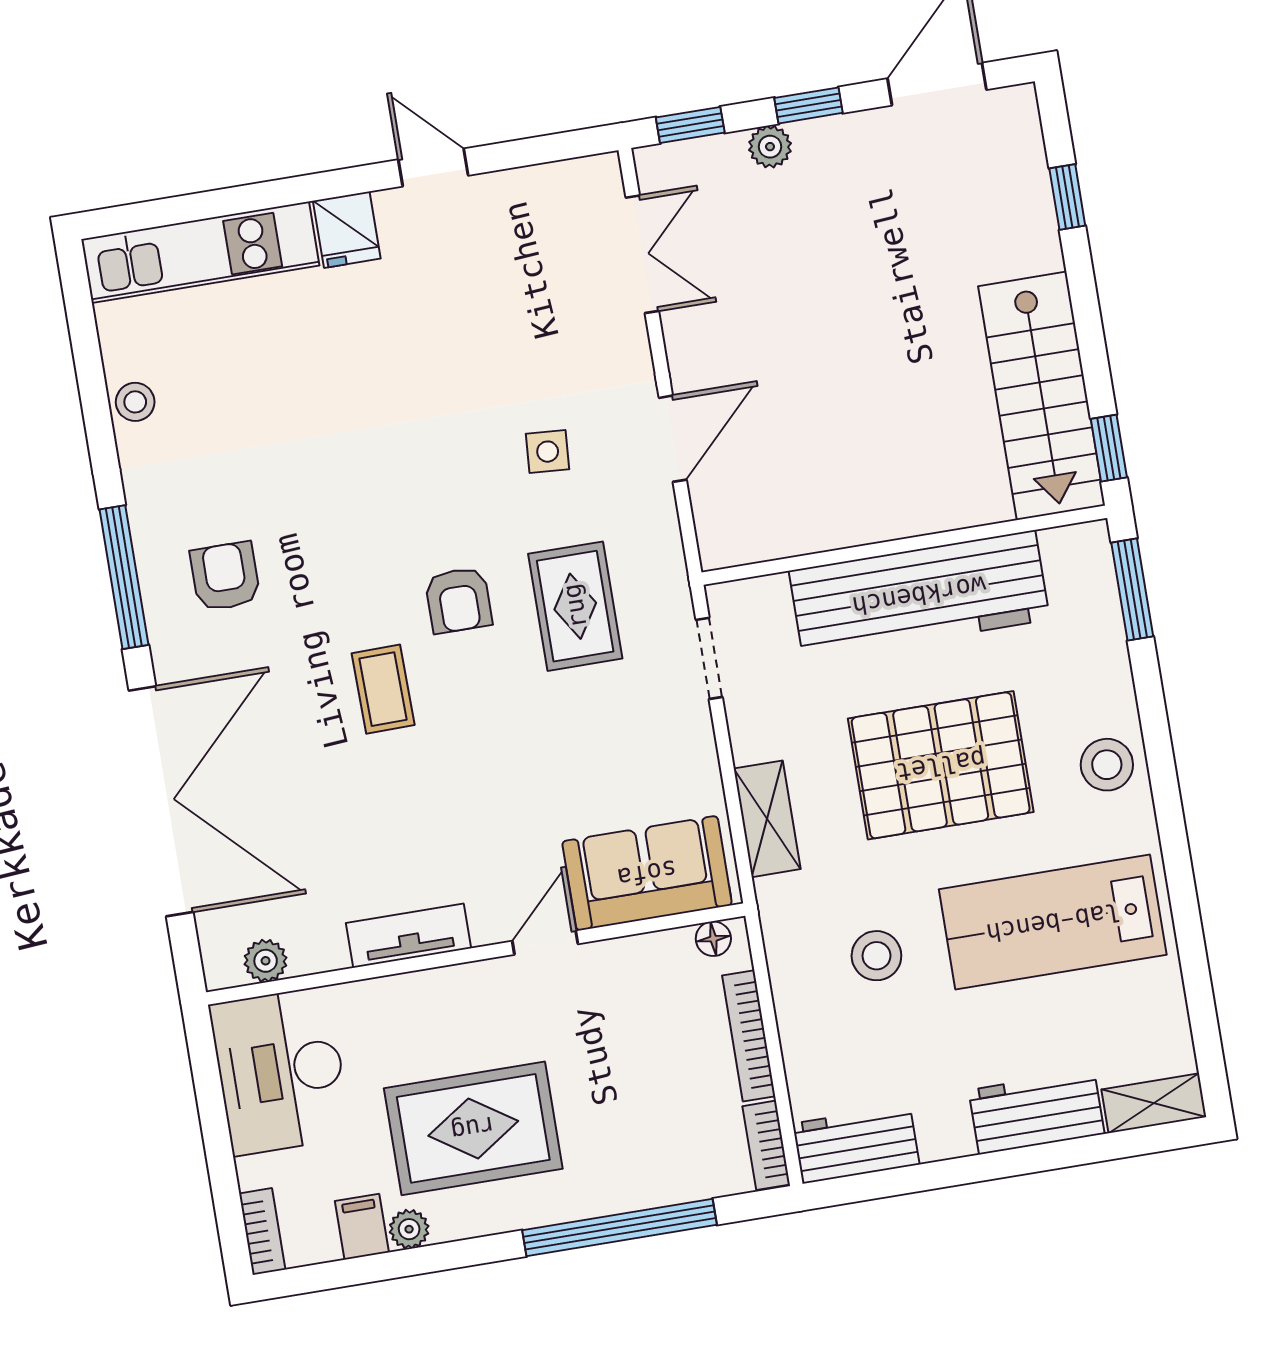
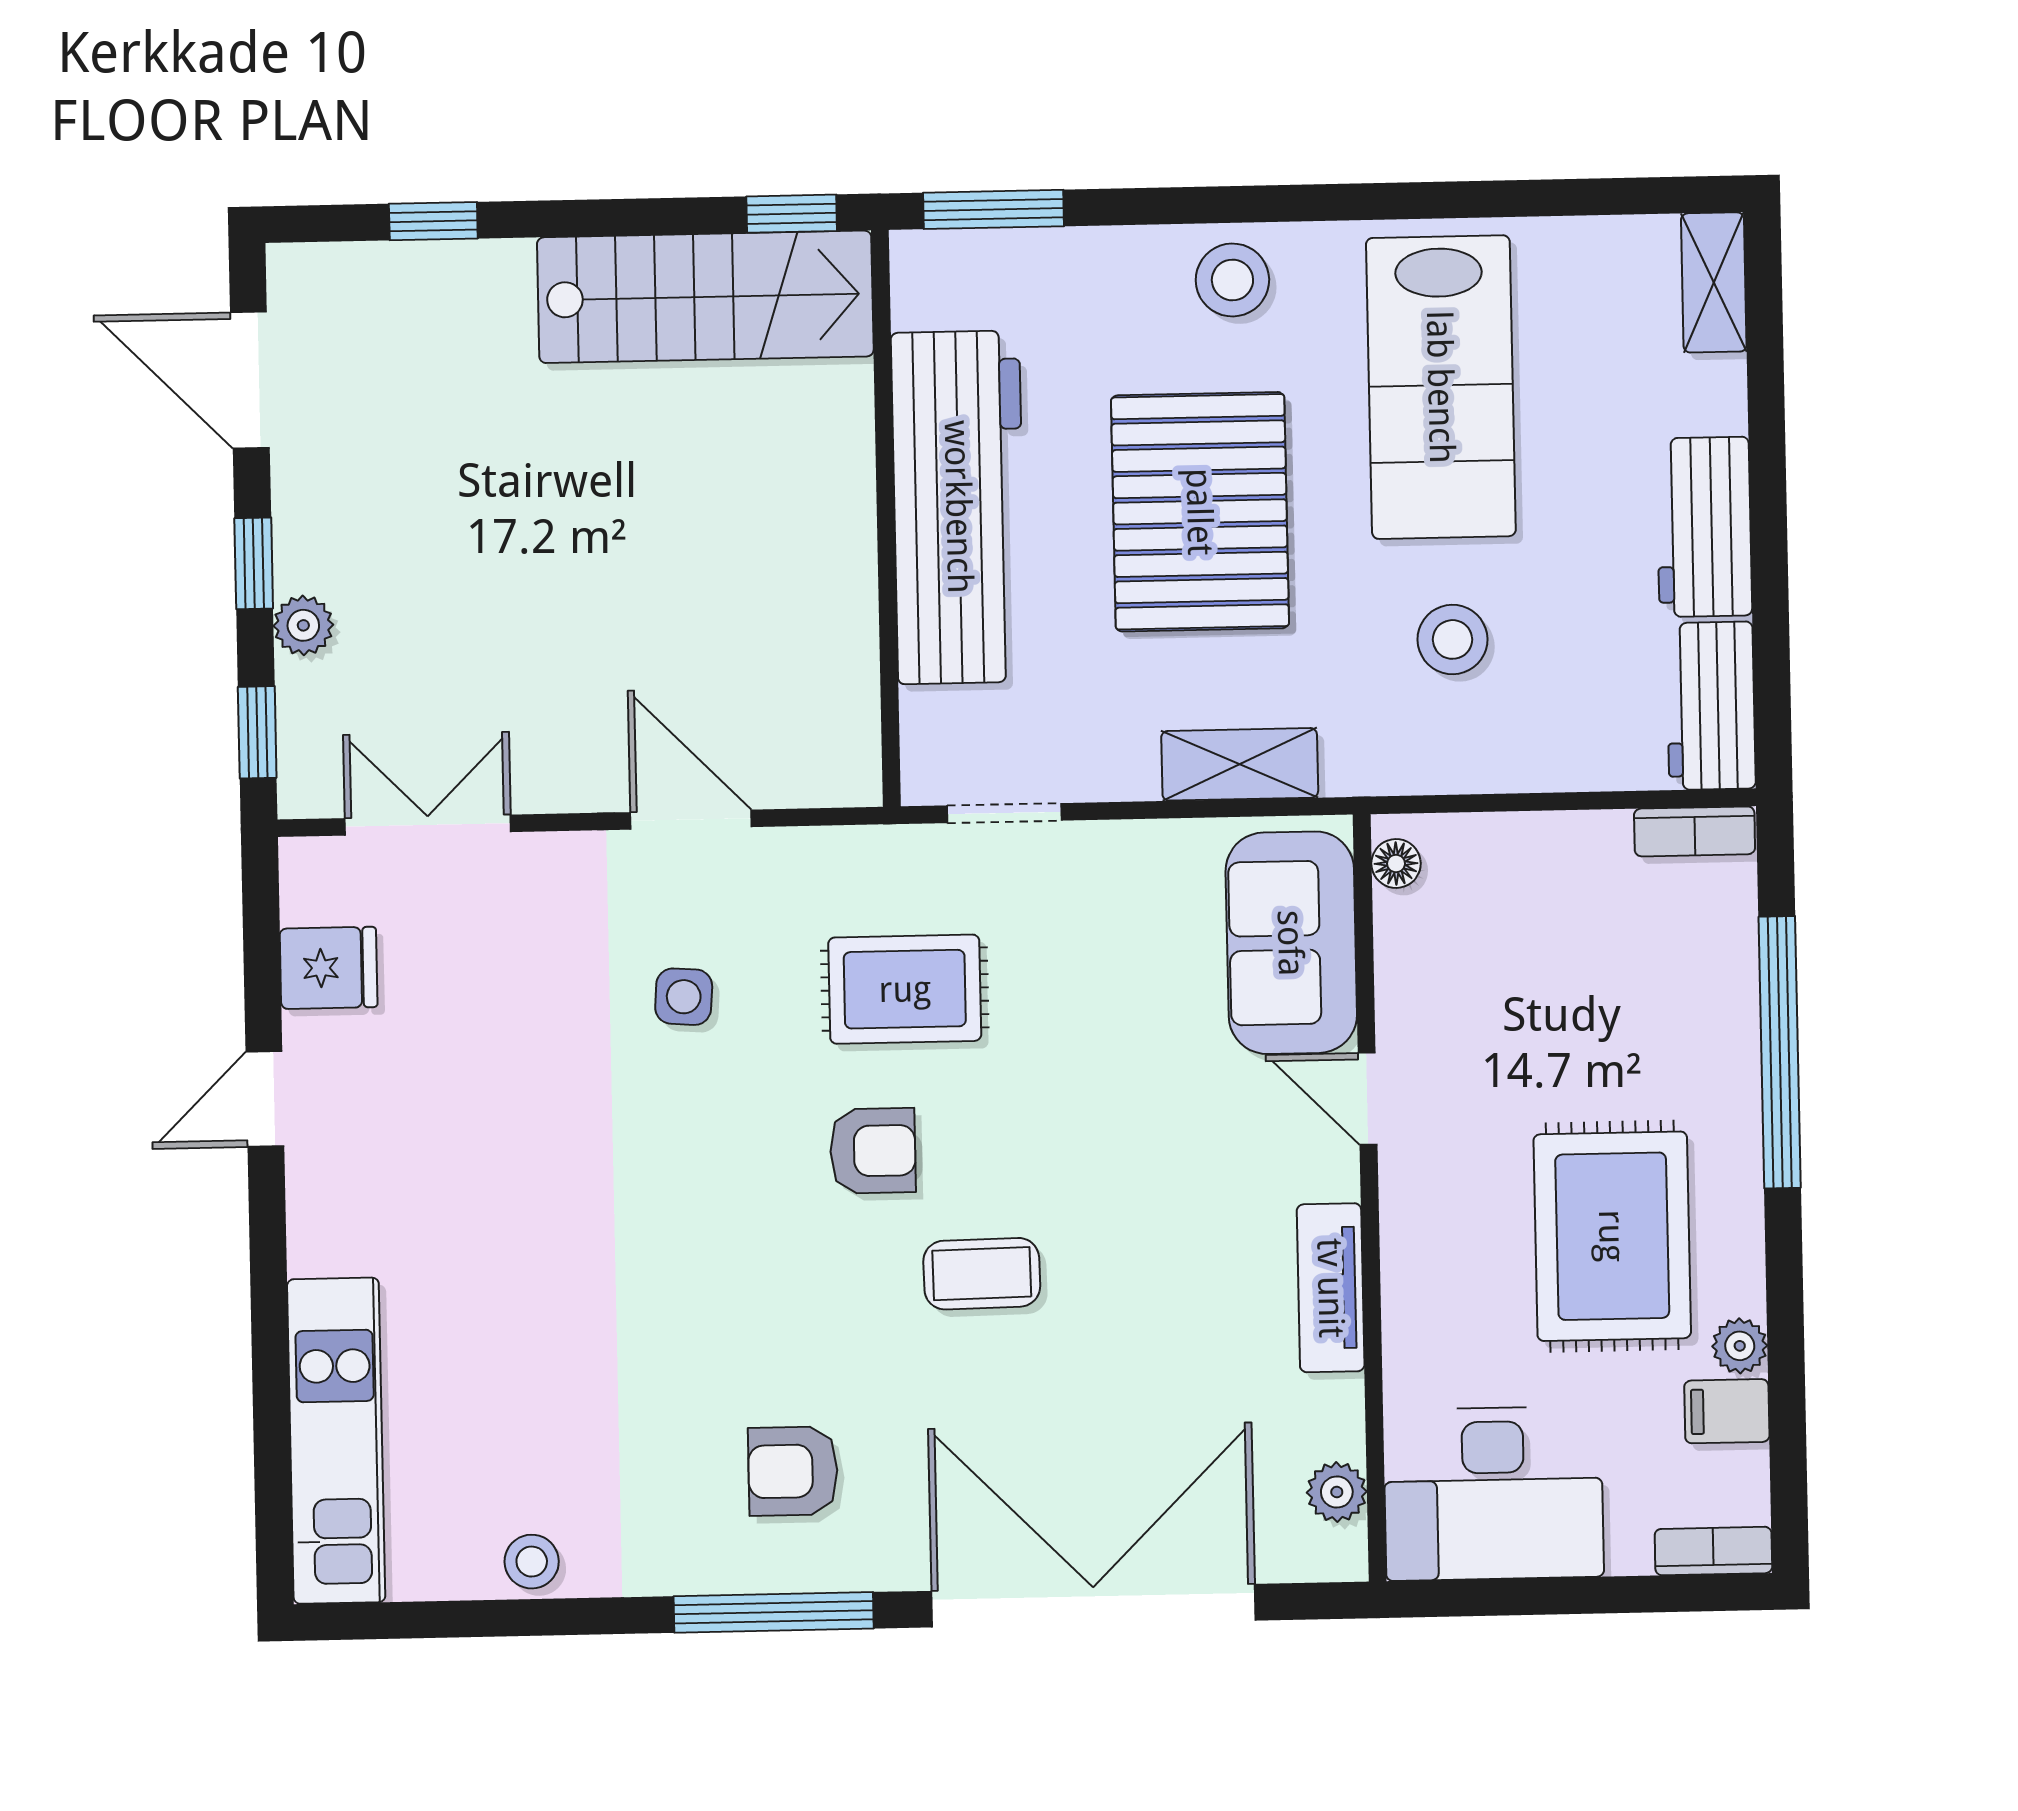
fridge: (347, 230) -> (329, 968), moved
bookcase: (749, 1036) -> (1539, 834), removed
workbench: (1036, 1112) -> (1704, 527), moved

